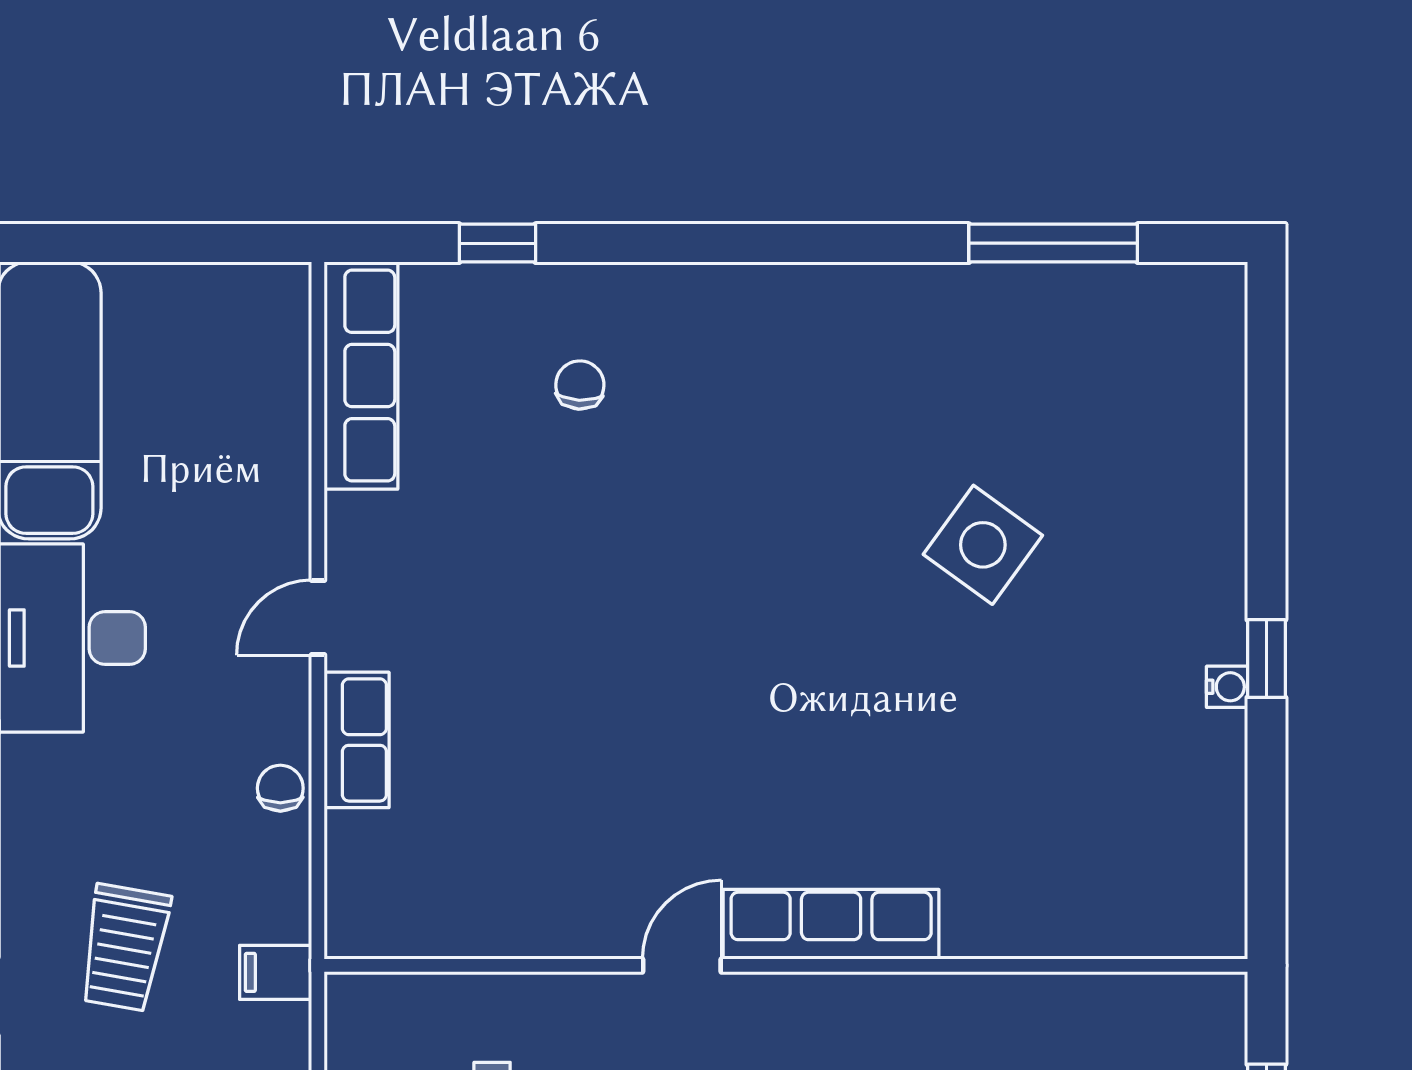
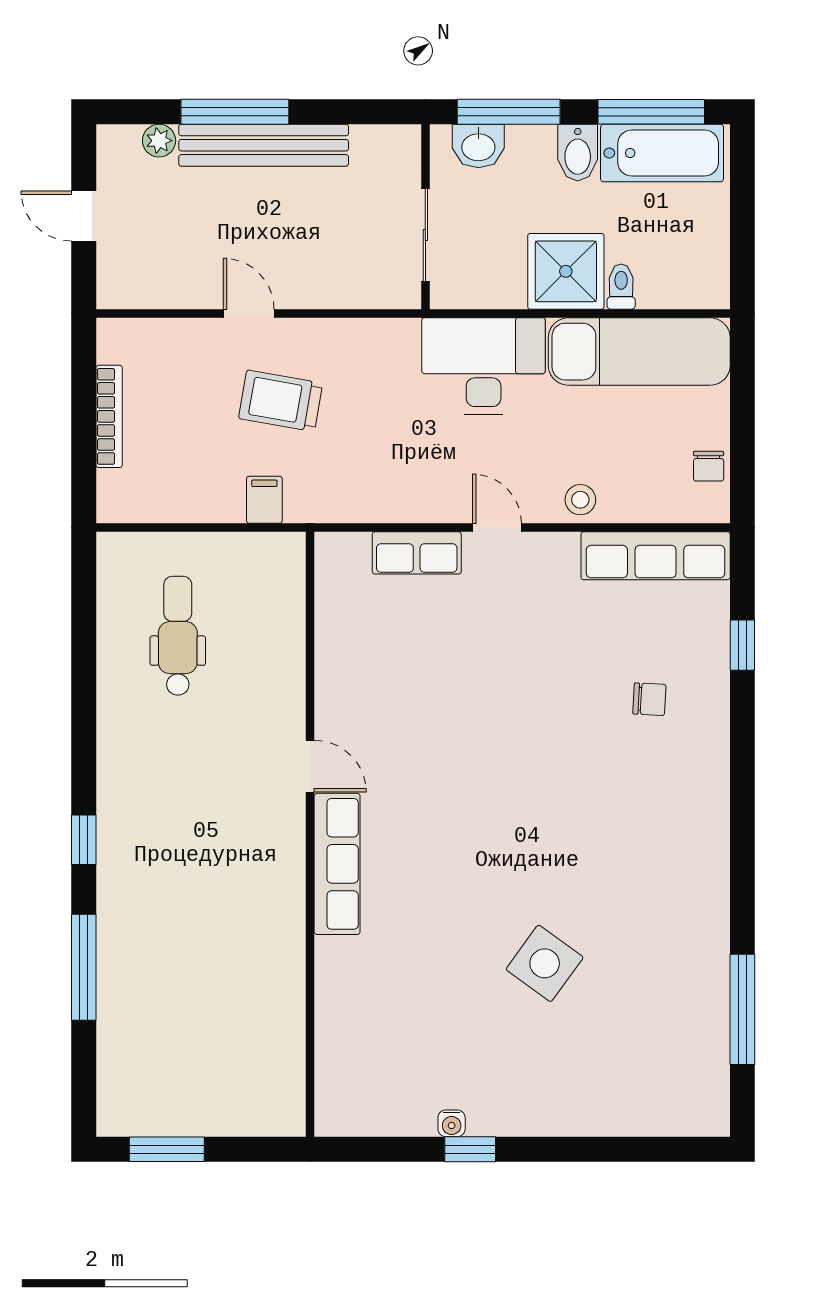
stool: (275, 490) -> (580, 500), added
chair: (280, 788) -> (709, 466), moved, turned 90
row of seats: (831, 924) -> (337, 864), moved
door: (682, 965) -> (310, 766), moved
wall: (786, 965) -> (310, 834), moved

